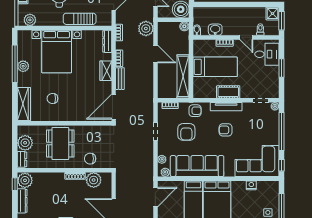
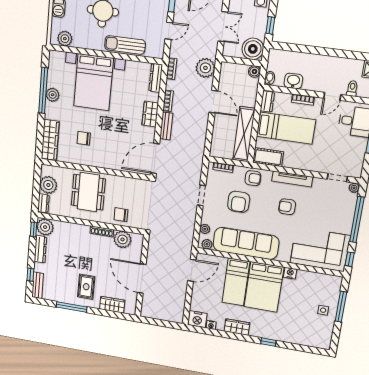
door: (246, 37) -> (332, 96), hinge flipped
dresser: (198, 48) -> (267, 101), added
cot: (228, 92) -> (268, 157), moved
nightstand: (251, 185) -> (290, 273), moved

